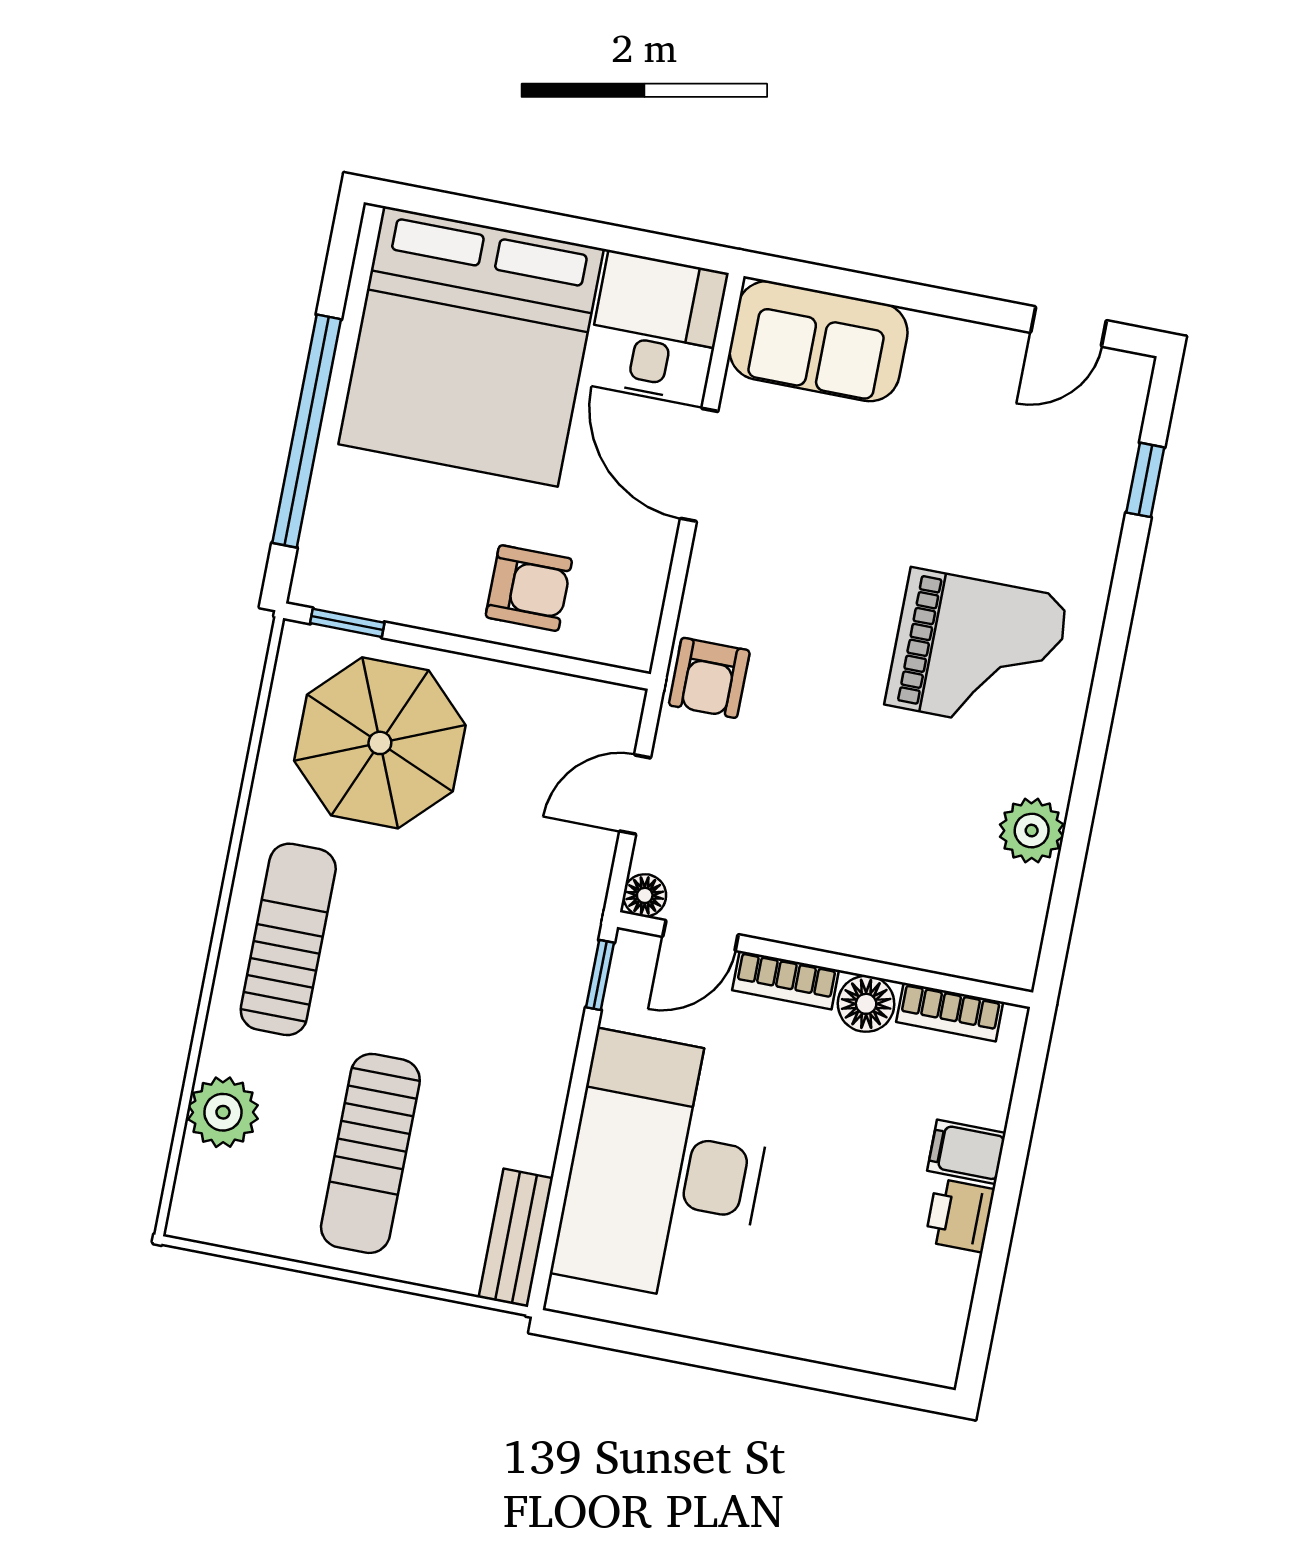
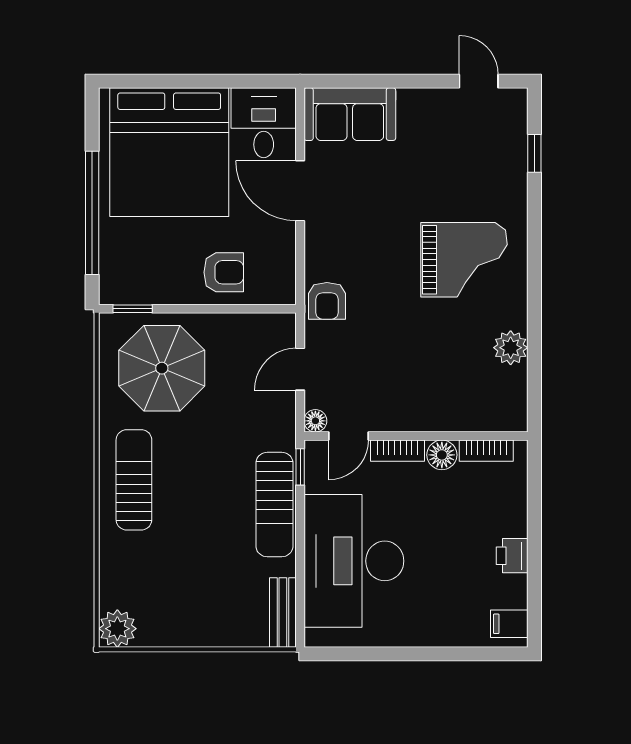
door: (1068, 327) -> (479, 81), swing flipped
plant: (223, 1112) -> (117, 629), moved
filing cabinet: (967, 1152) -> (509, 624), moved
sun lounger: (370, 1153) -> (274, 505), moved

